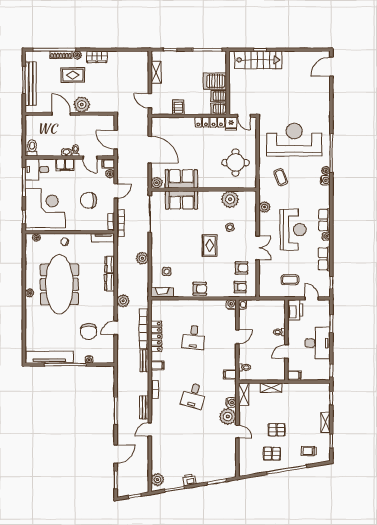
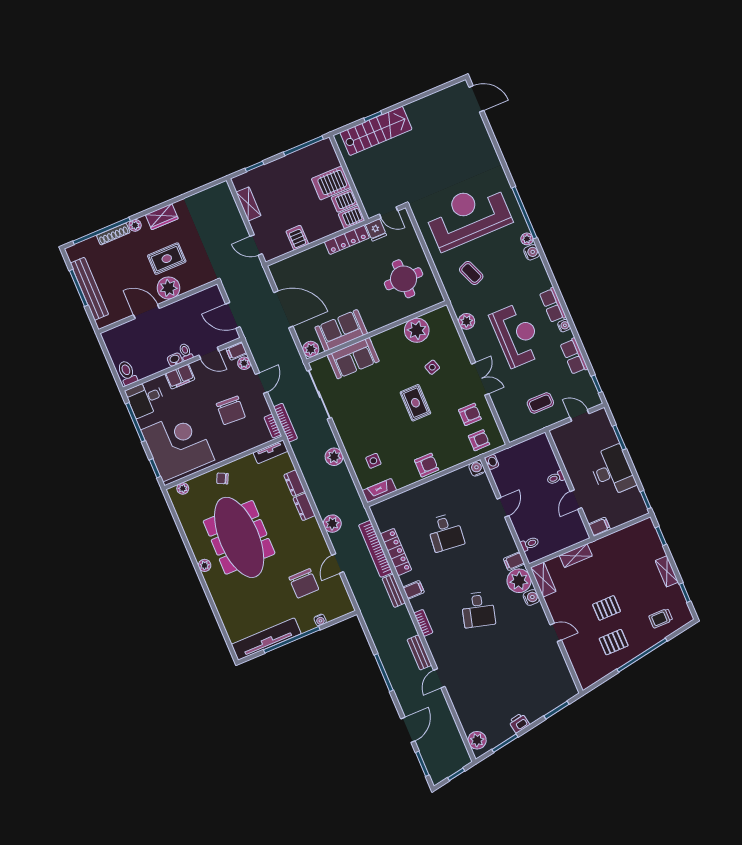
door: (331, 67) -> (476, 99), swing flipped
rug: (73, 75) -> (167, 259), moved
chair: (89, 200) -> (231, 410), turned -87
printer: (295, 310) -> (564, 440), removed
plant: (228, 417) -> (519, 581), moved

